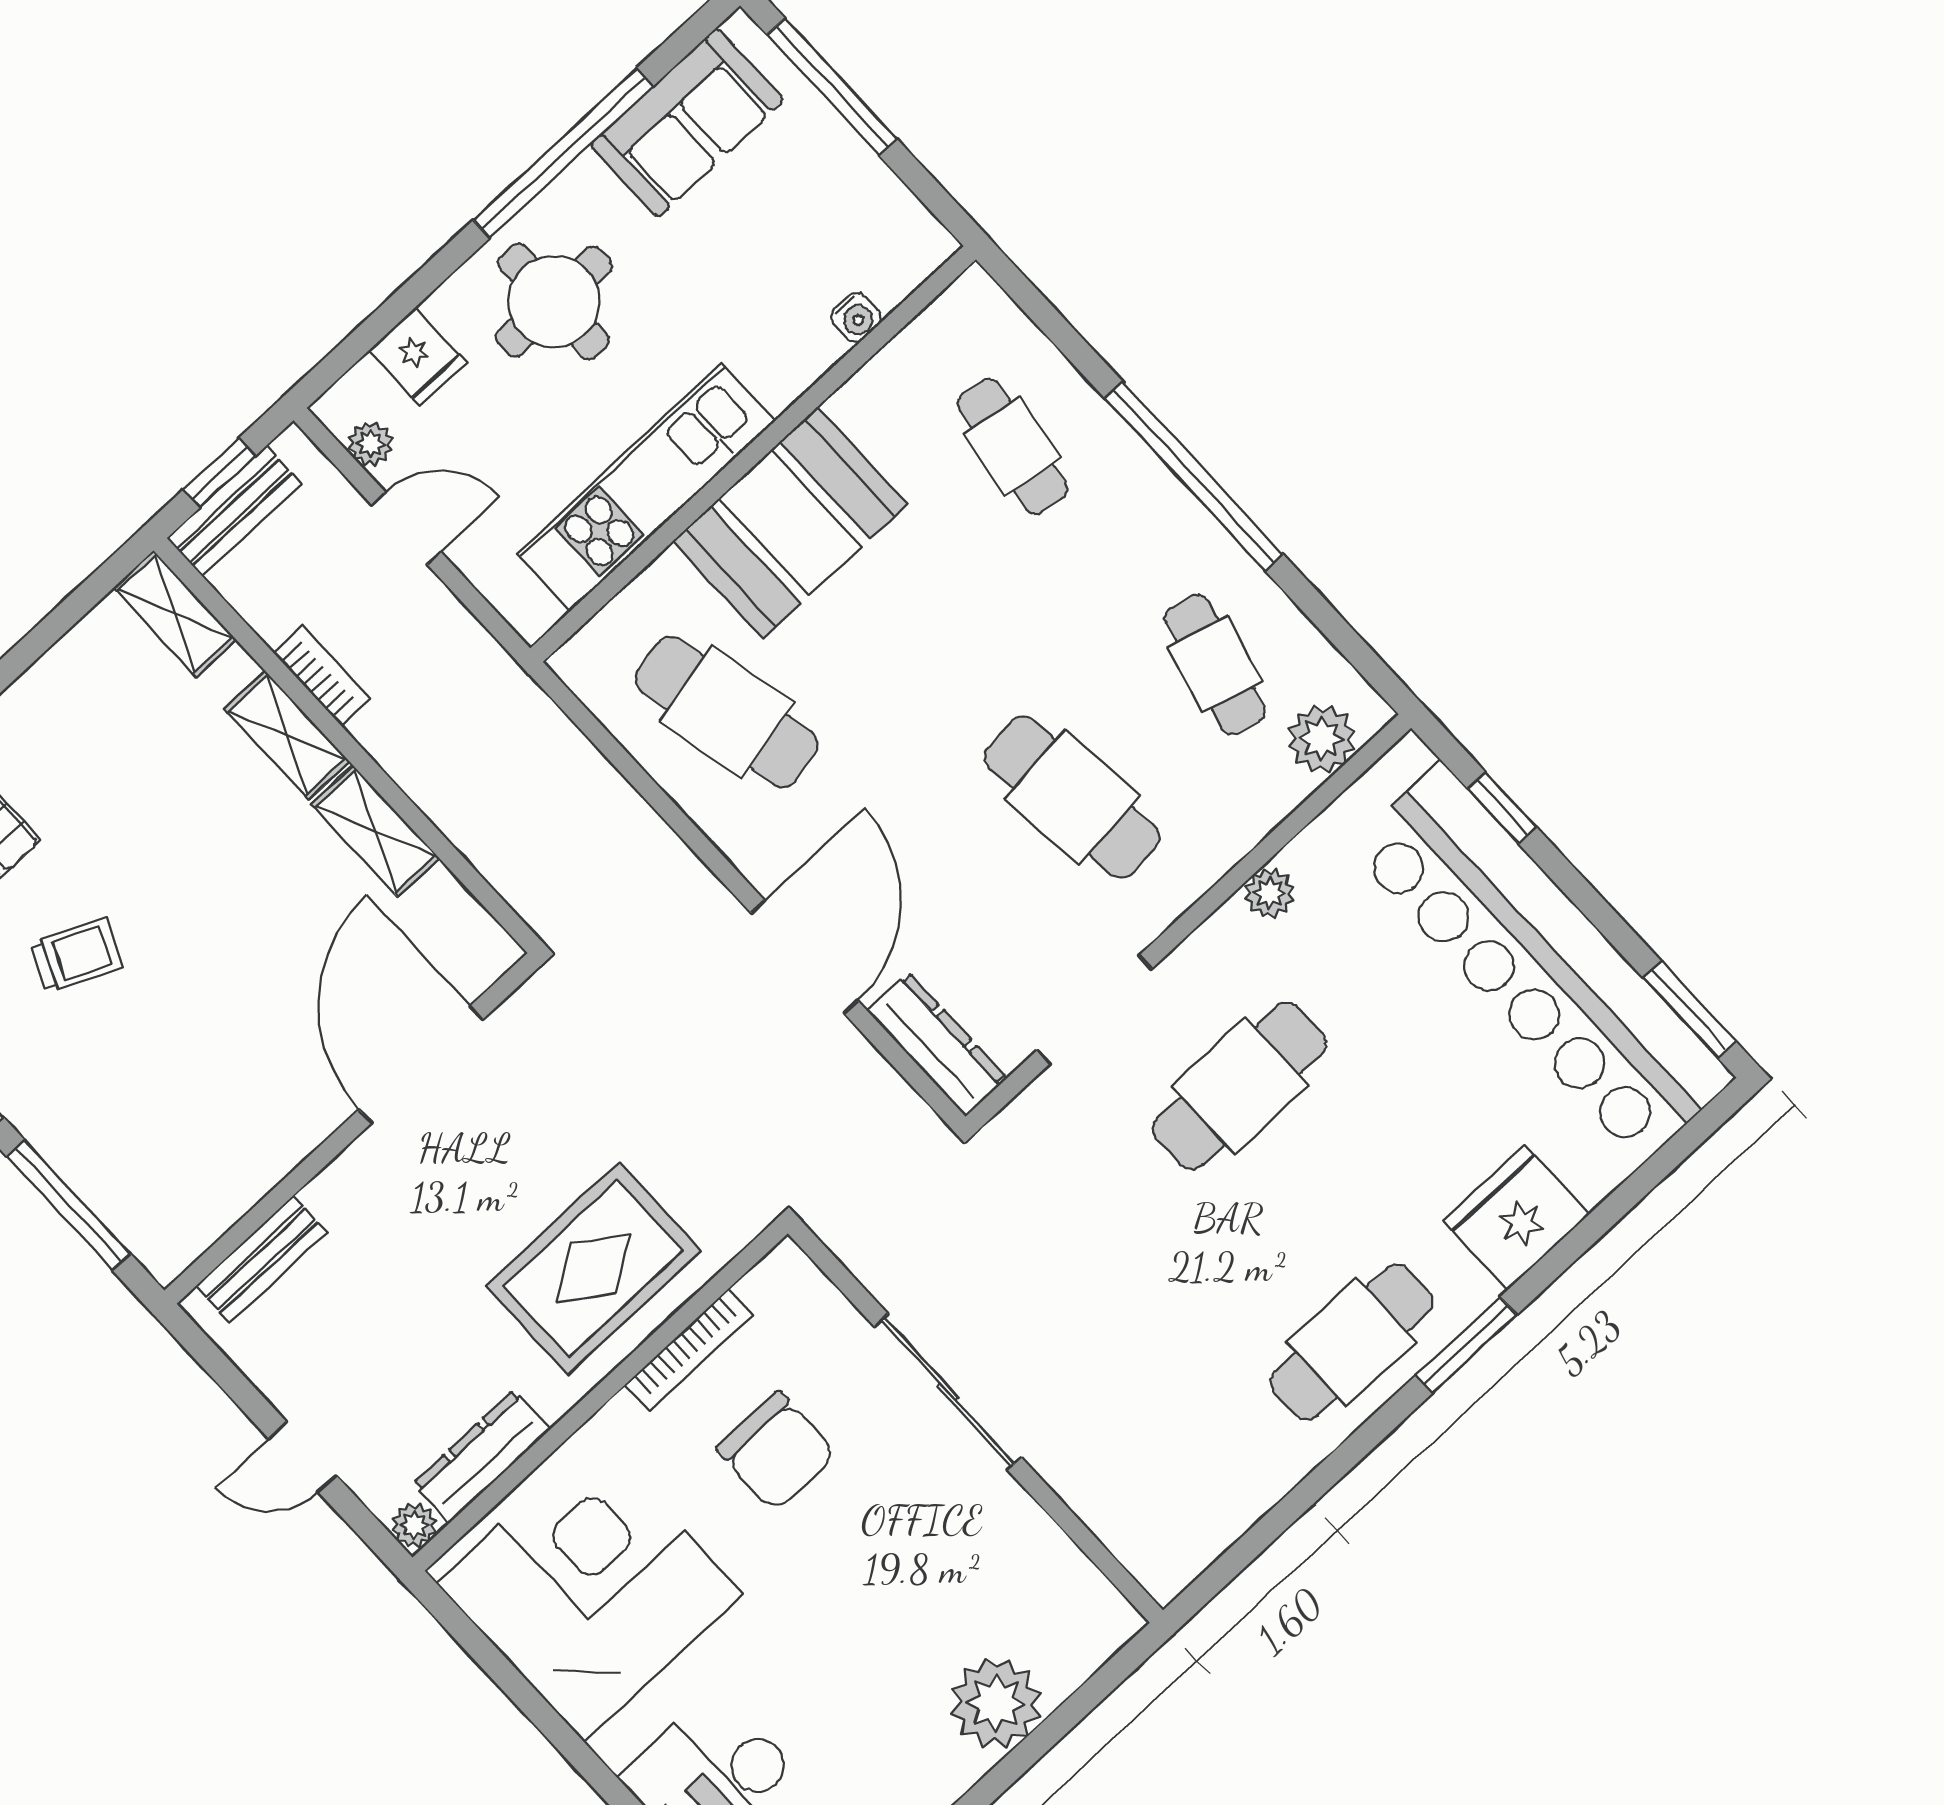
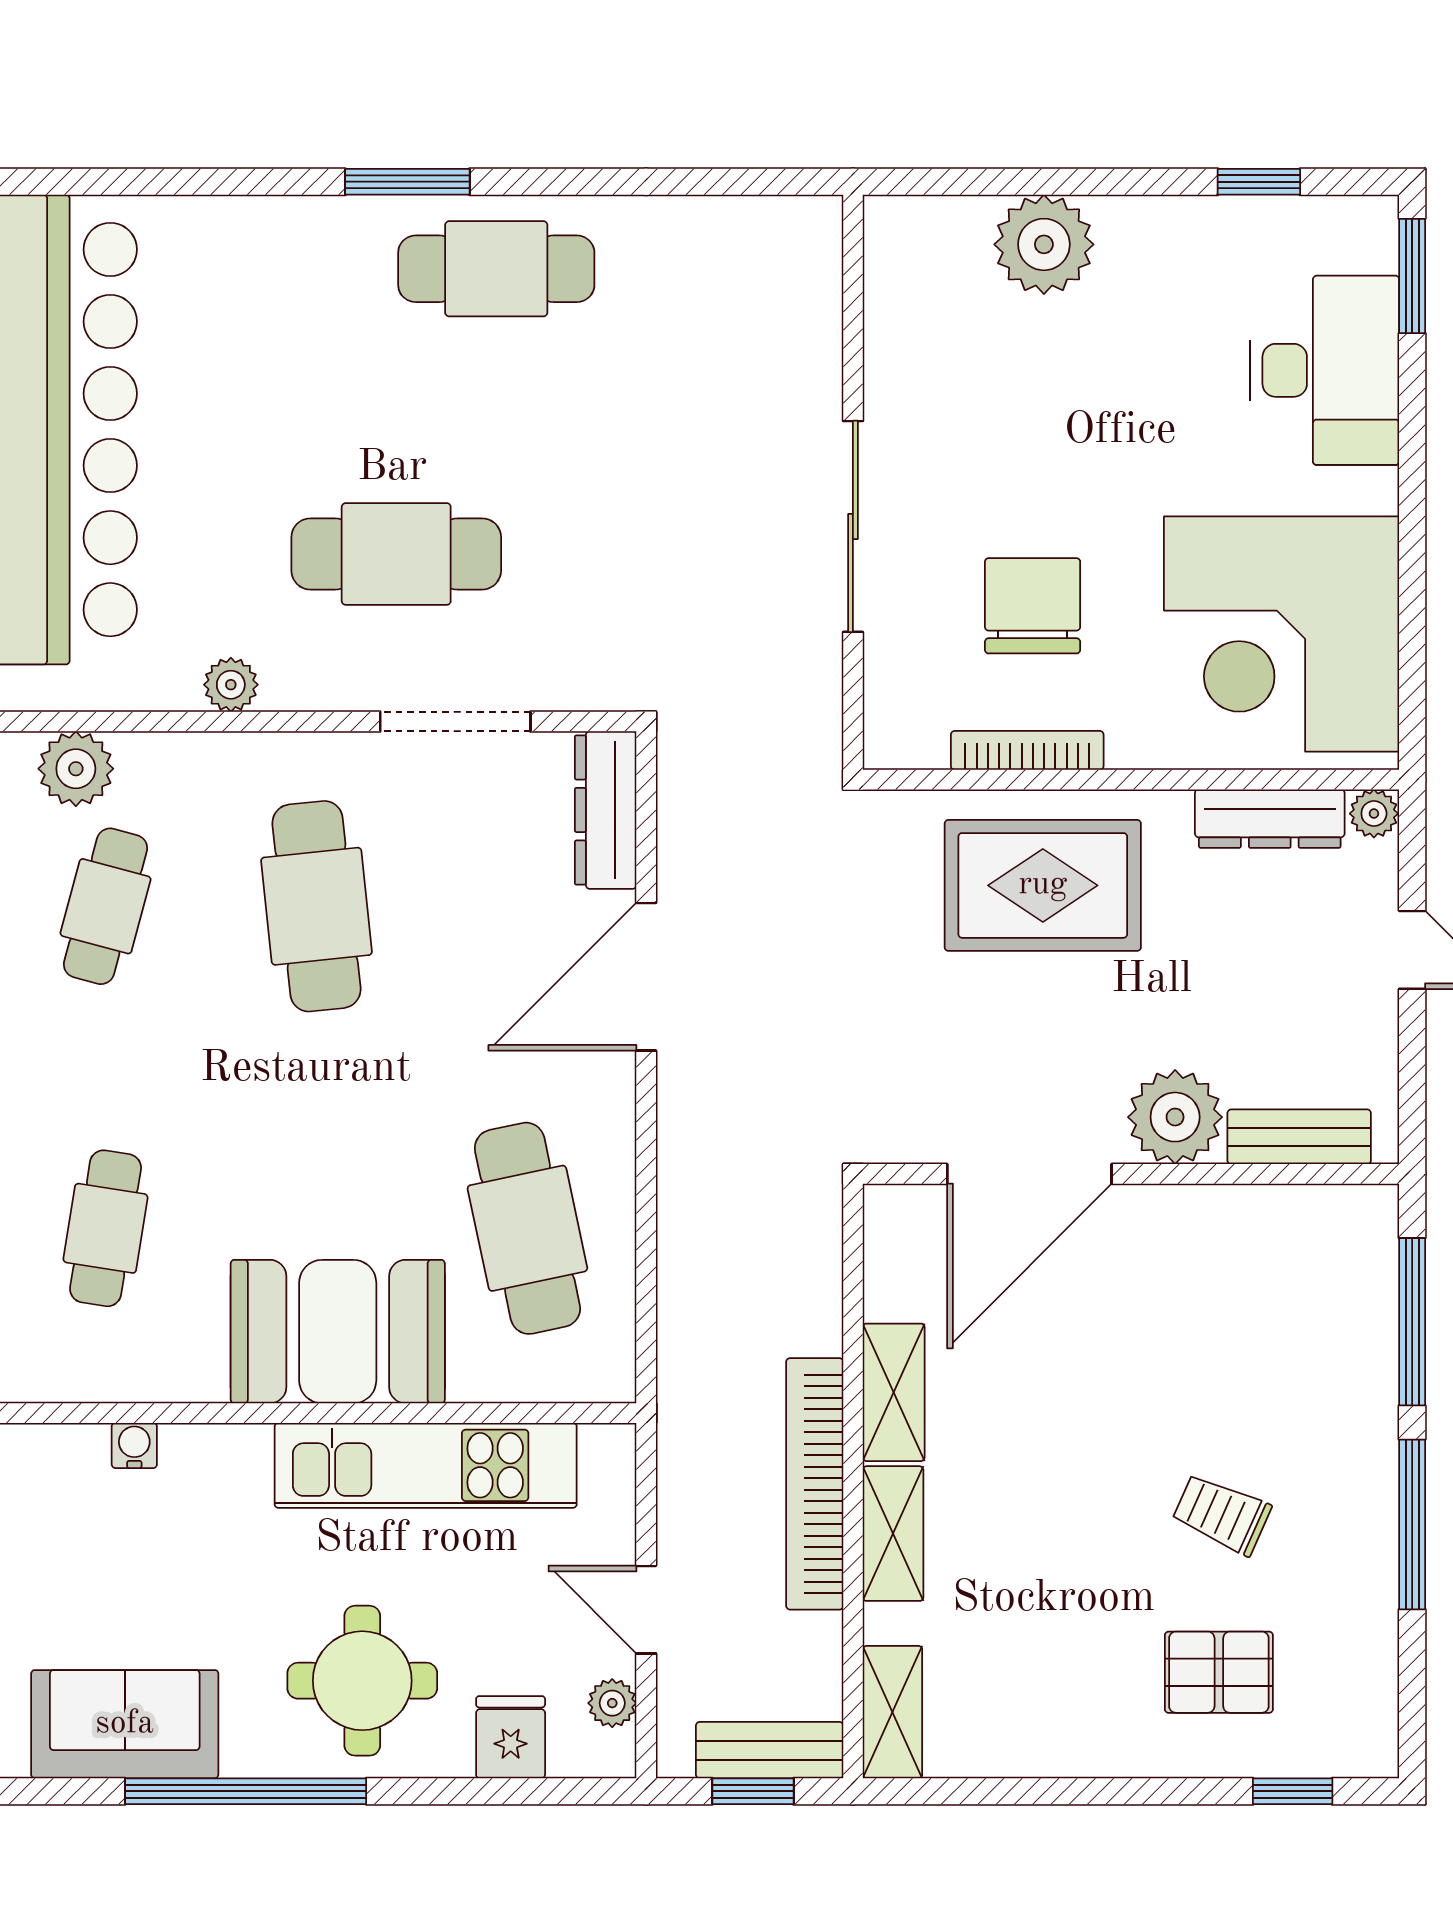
bookcase: (322, 675) -> (815, 1484), width x2.31, depth x1.31
plant: (358, 1195) -> (1175, 1117), added
fridge: (1516, 1218) -> (274, 246), removed

